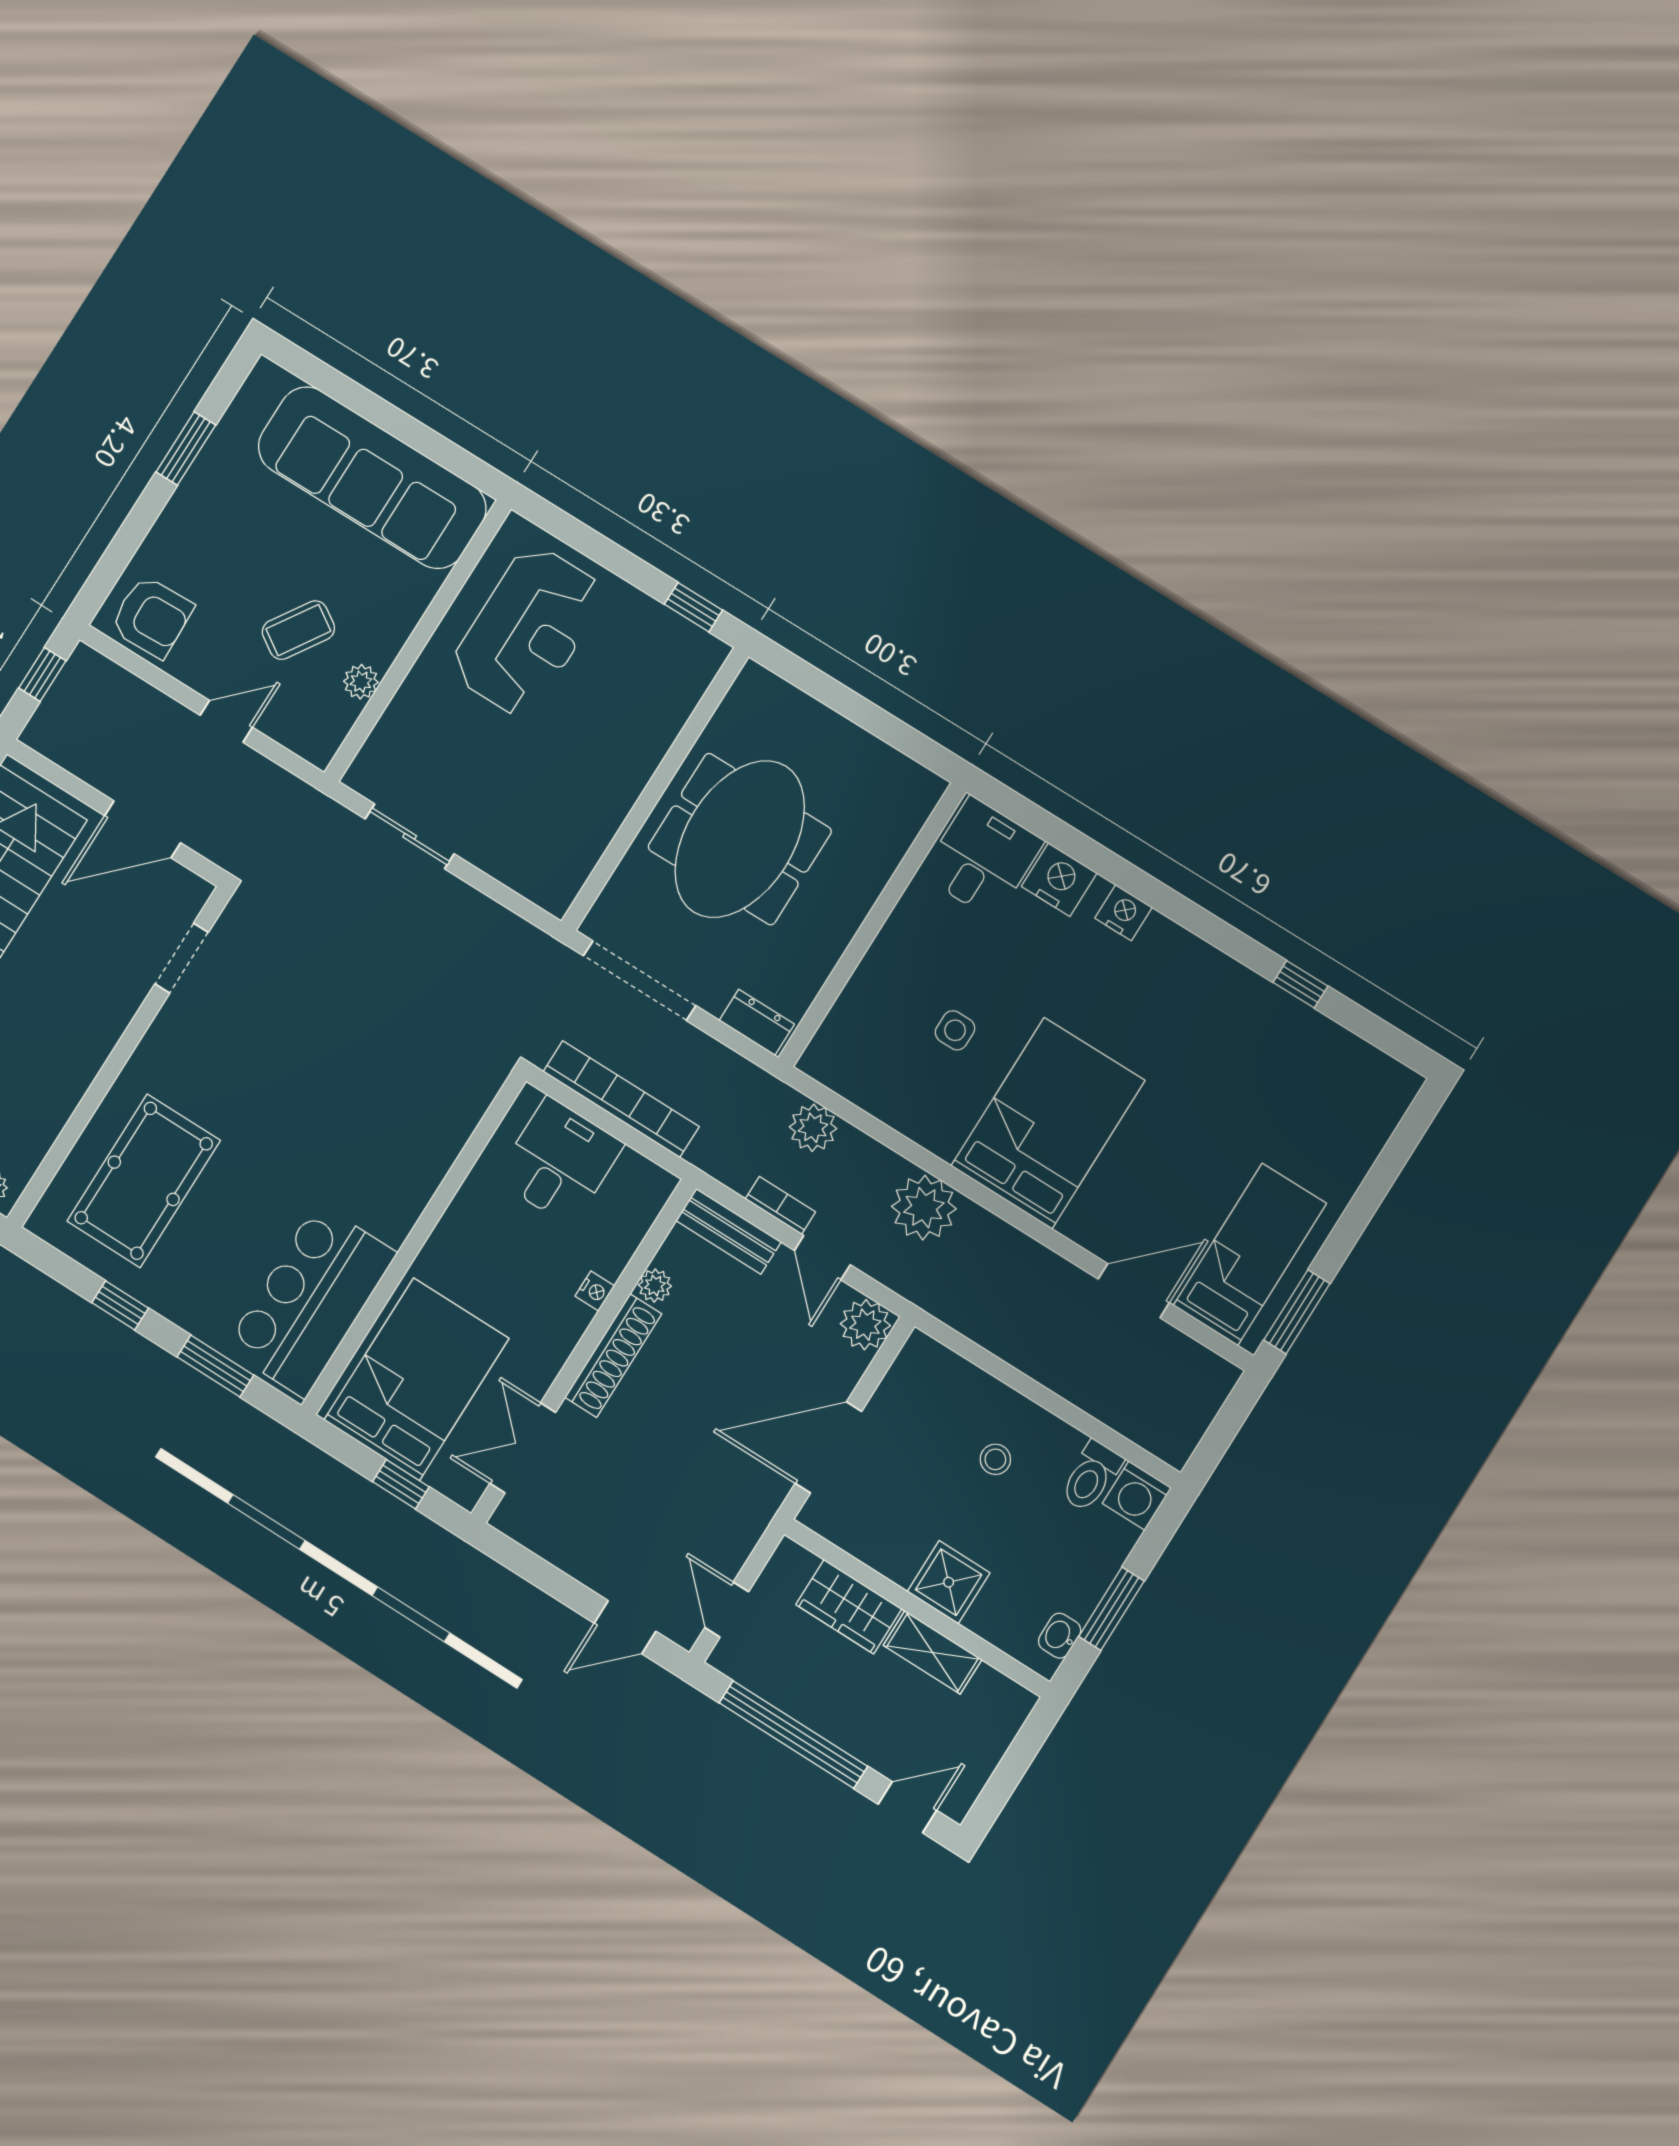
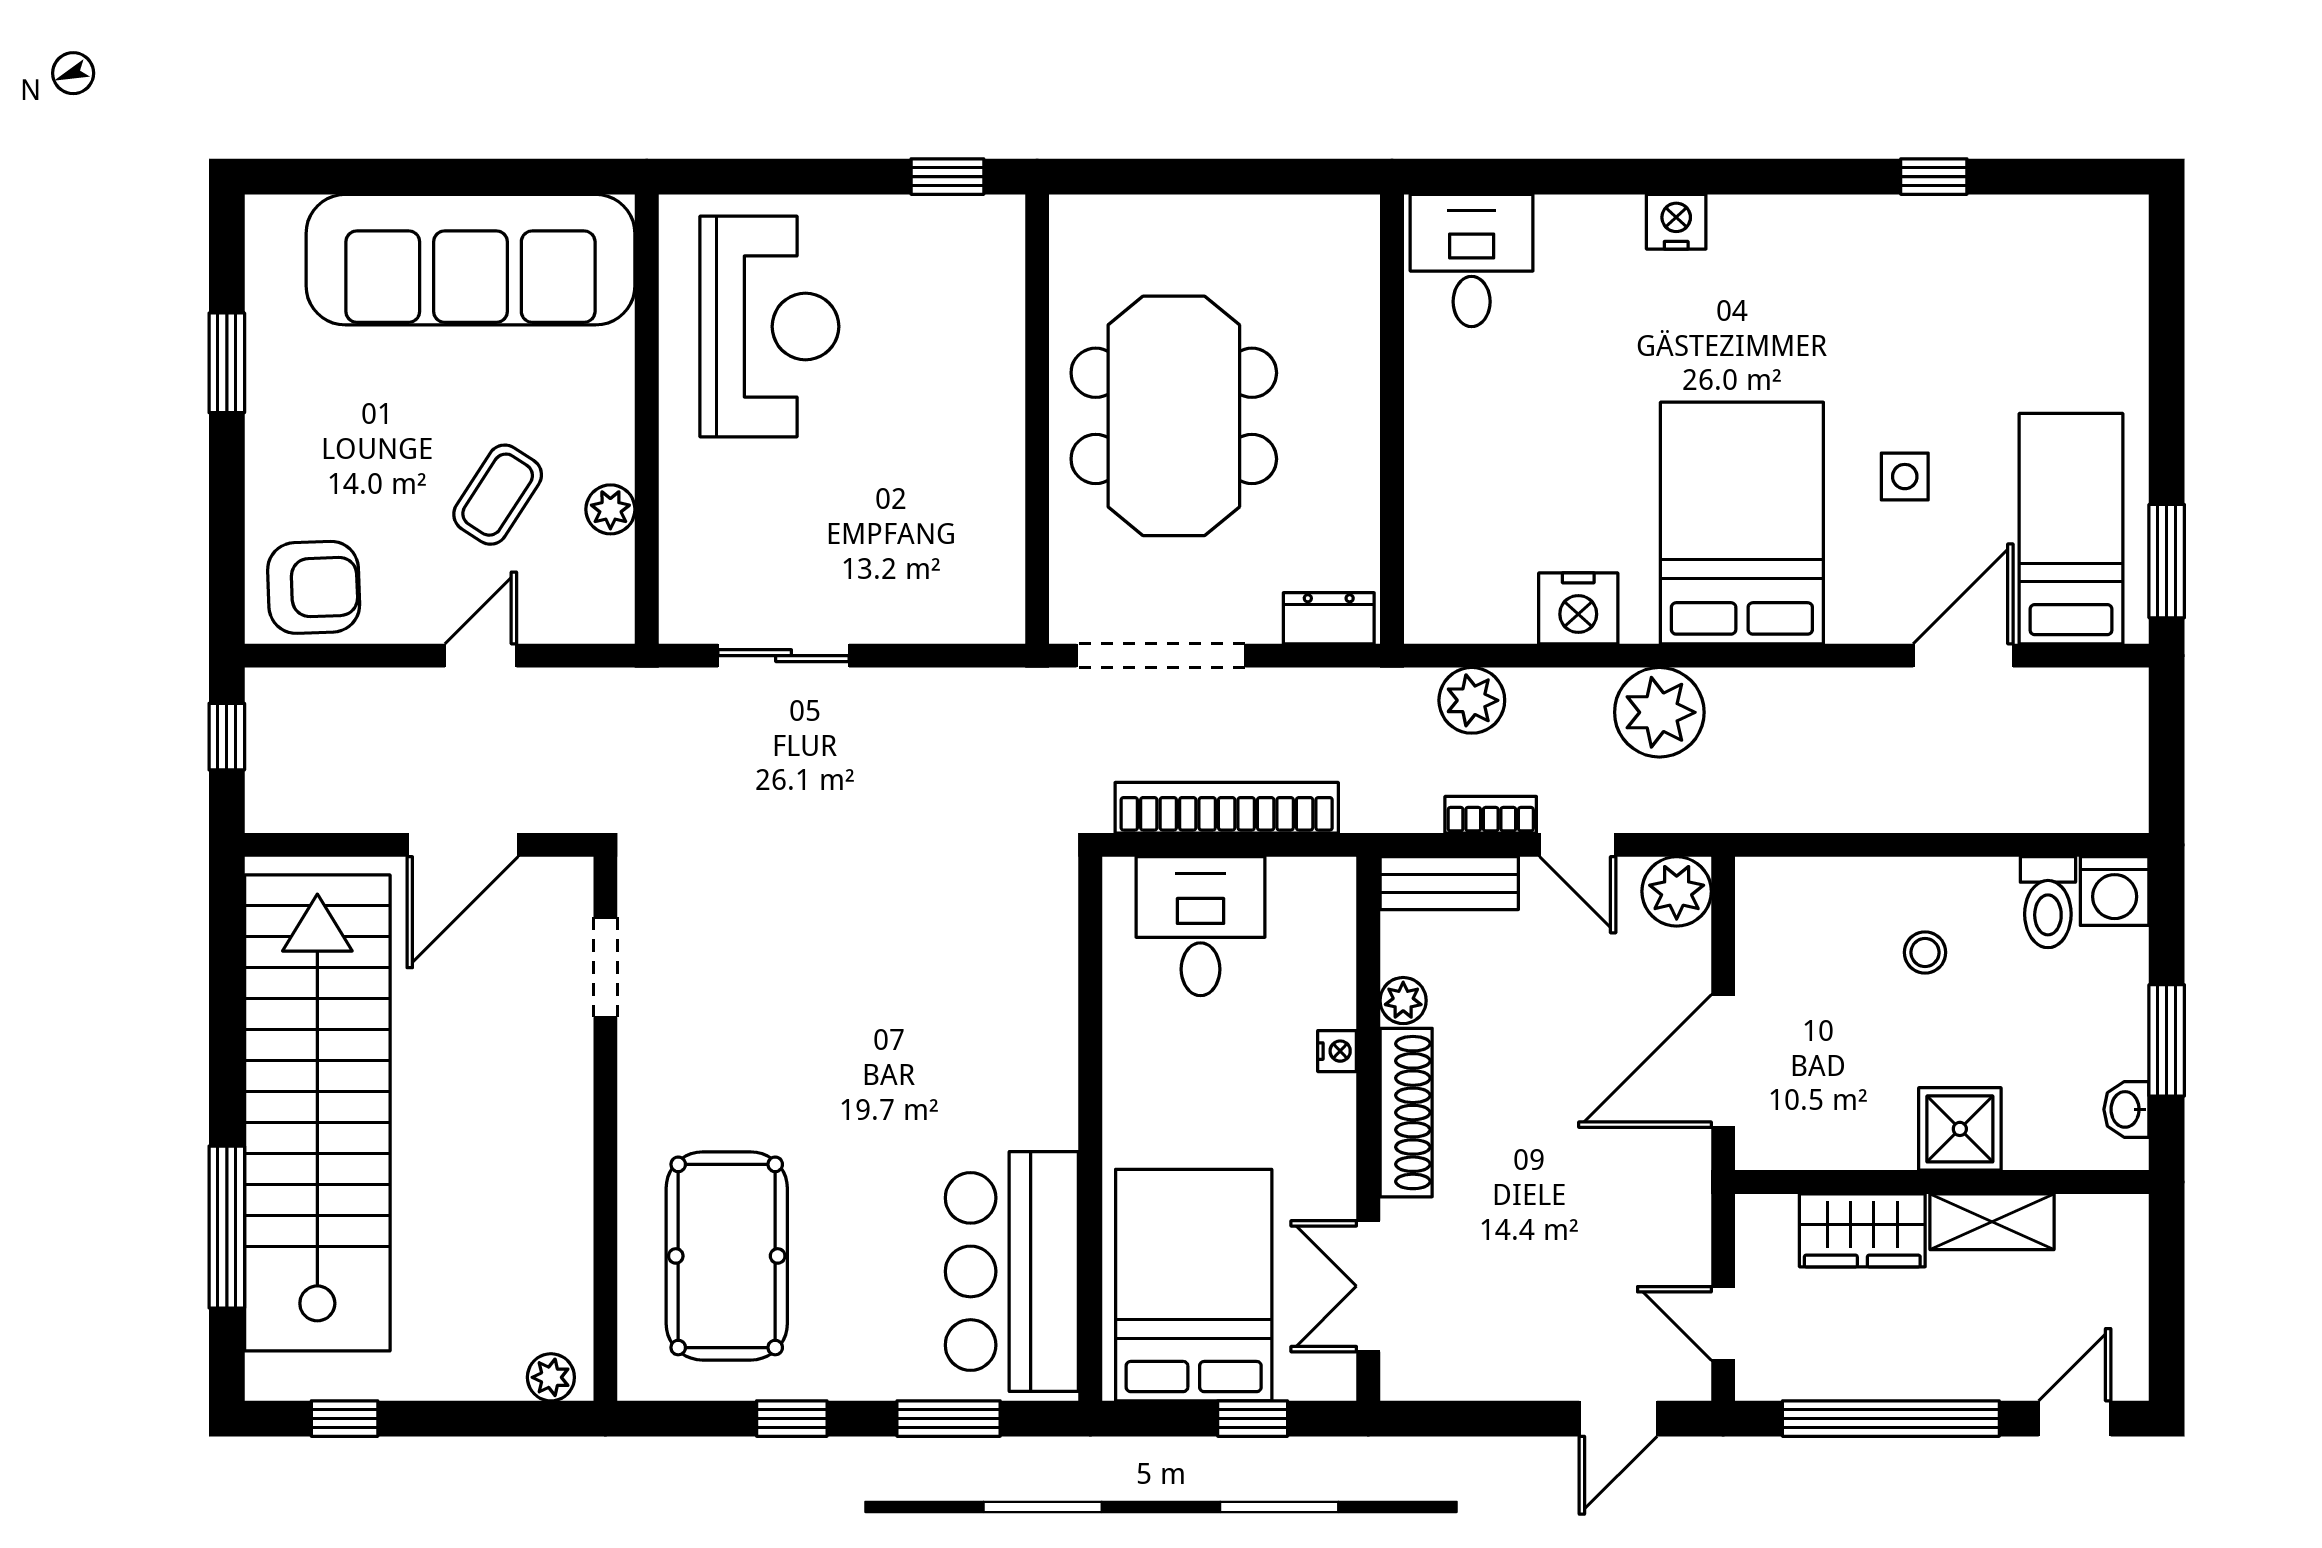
nightstand: (1059, 880) -> (1578, 608), moved, turned 180
side table: (955, 1030) -> (1905, 477), moved

